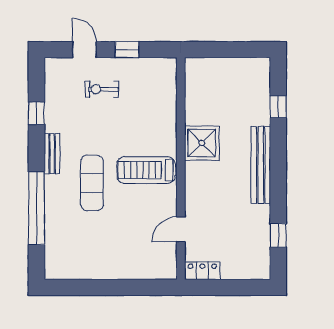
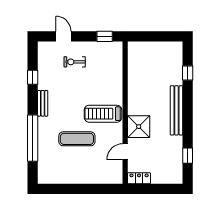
window: (127, 50) -> (105, 36), moved
shower: (202, 143) -> (139, 127), moved
exercise mat: (92, 183) -> (77, 139), moved, turned 90

